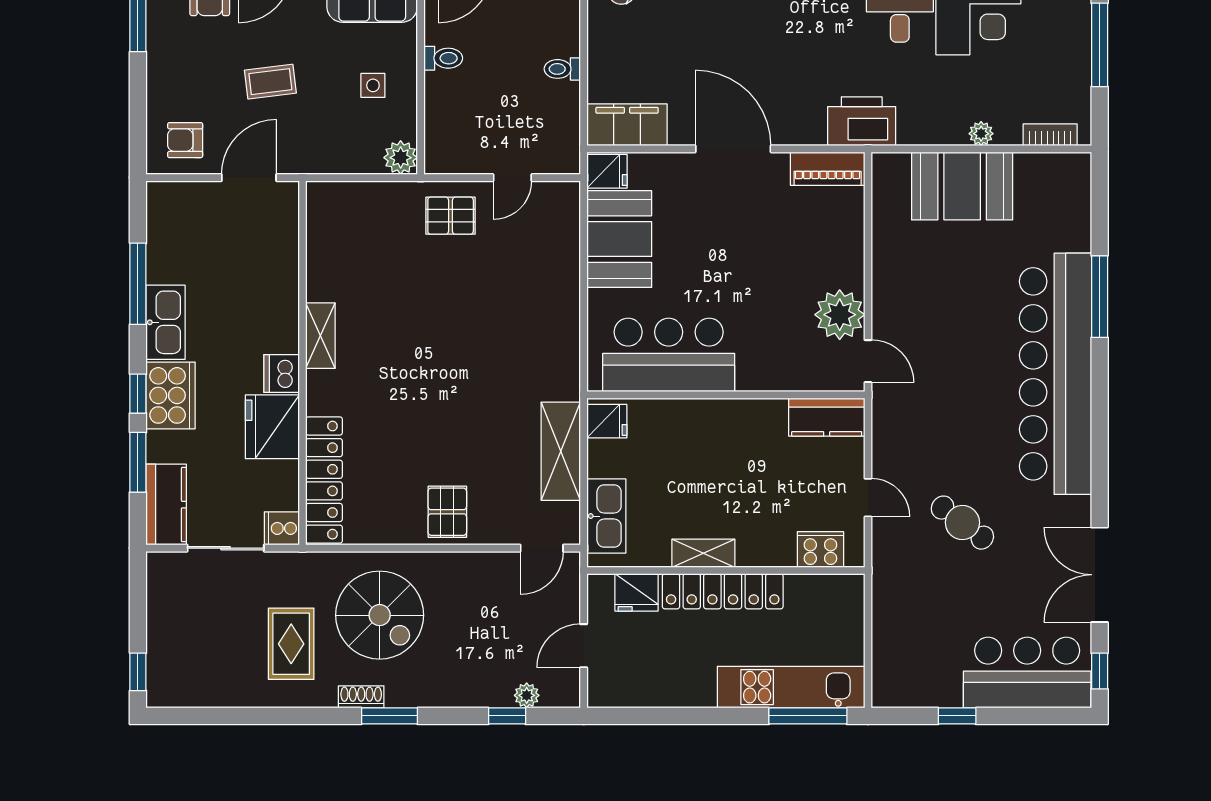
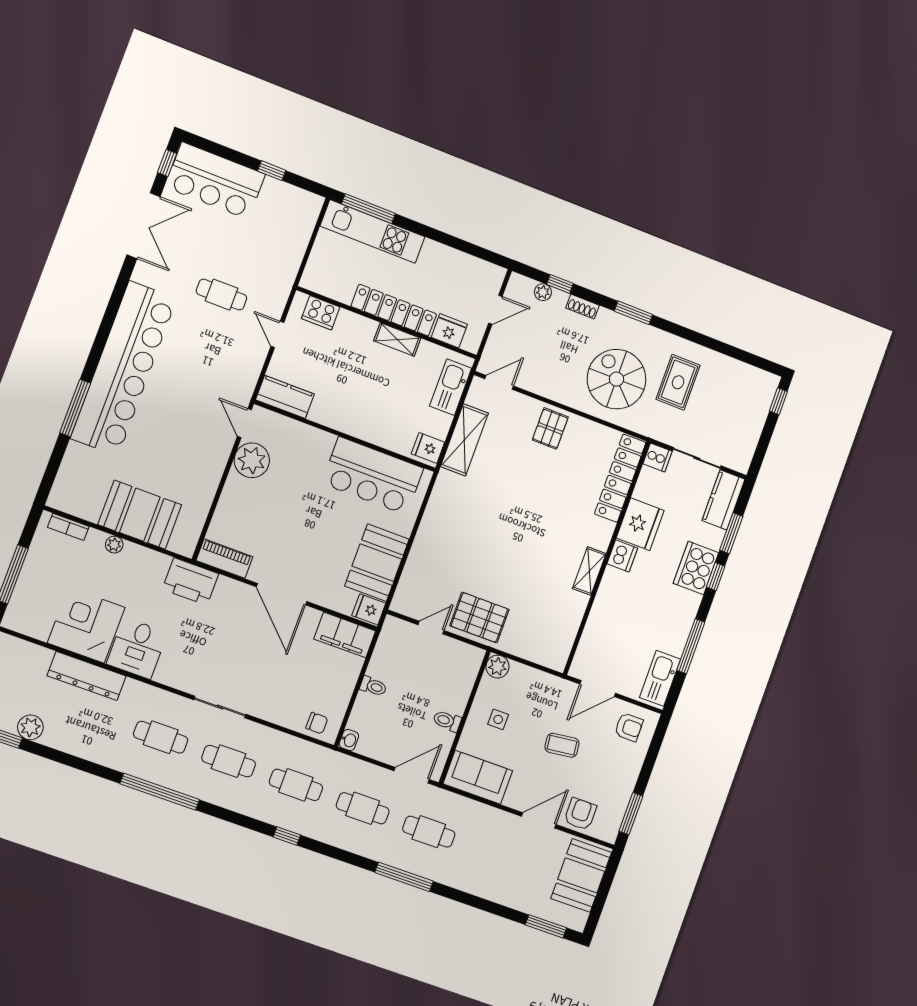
pallet: (451, 216) -> (479, 617), width x1.50, depth x1.42
kitchen sink: (166, 322) -> (660, 678), moved
cafe table: (962, 523) -> (221, 295), turned -37
shoe rack: (361, 697) -> (583, 307), moved

